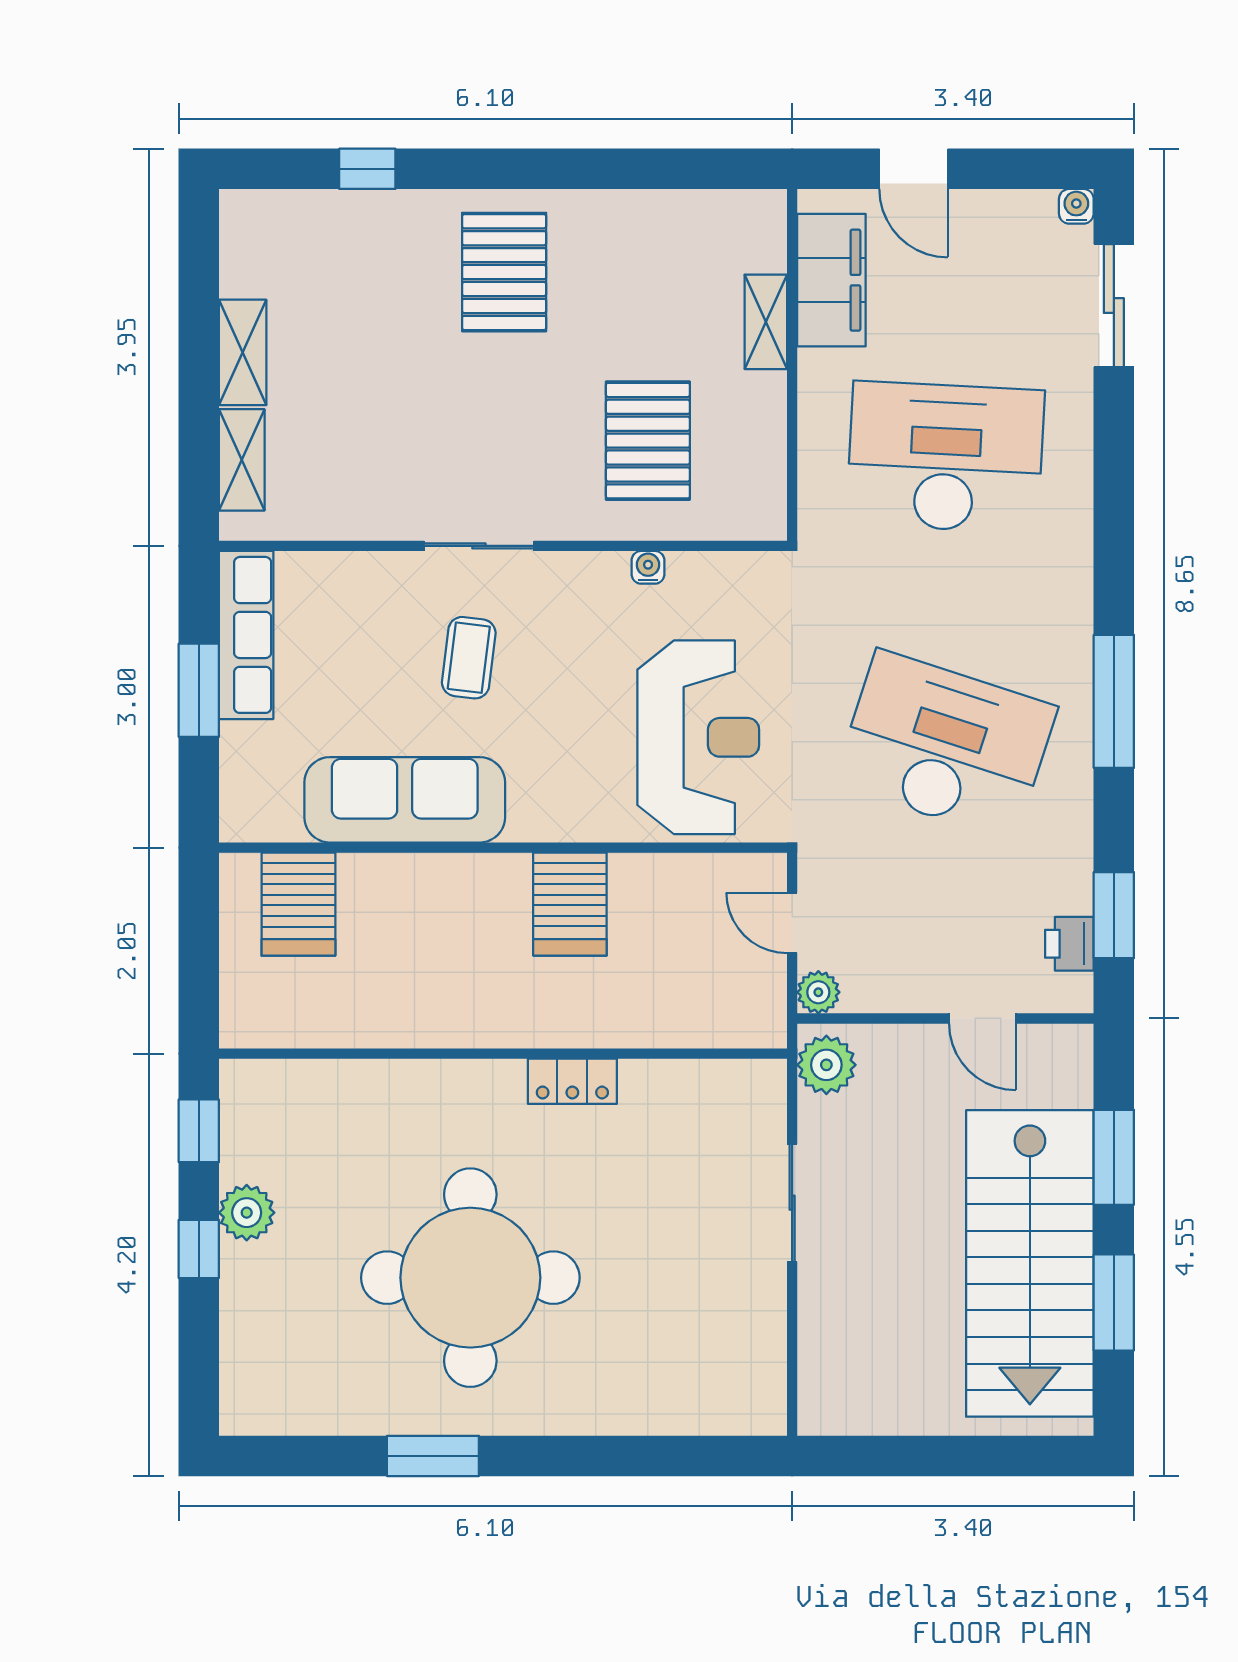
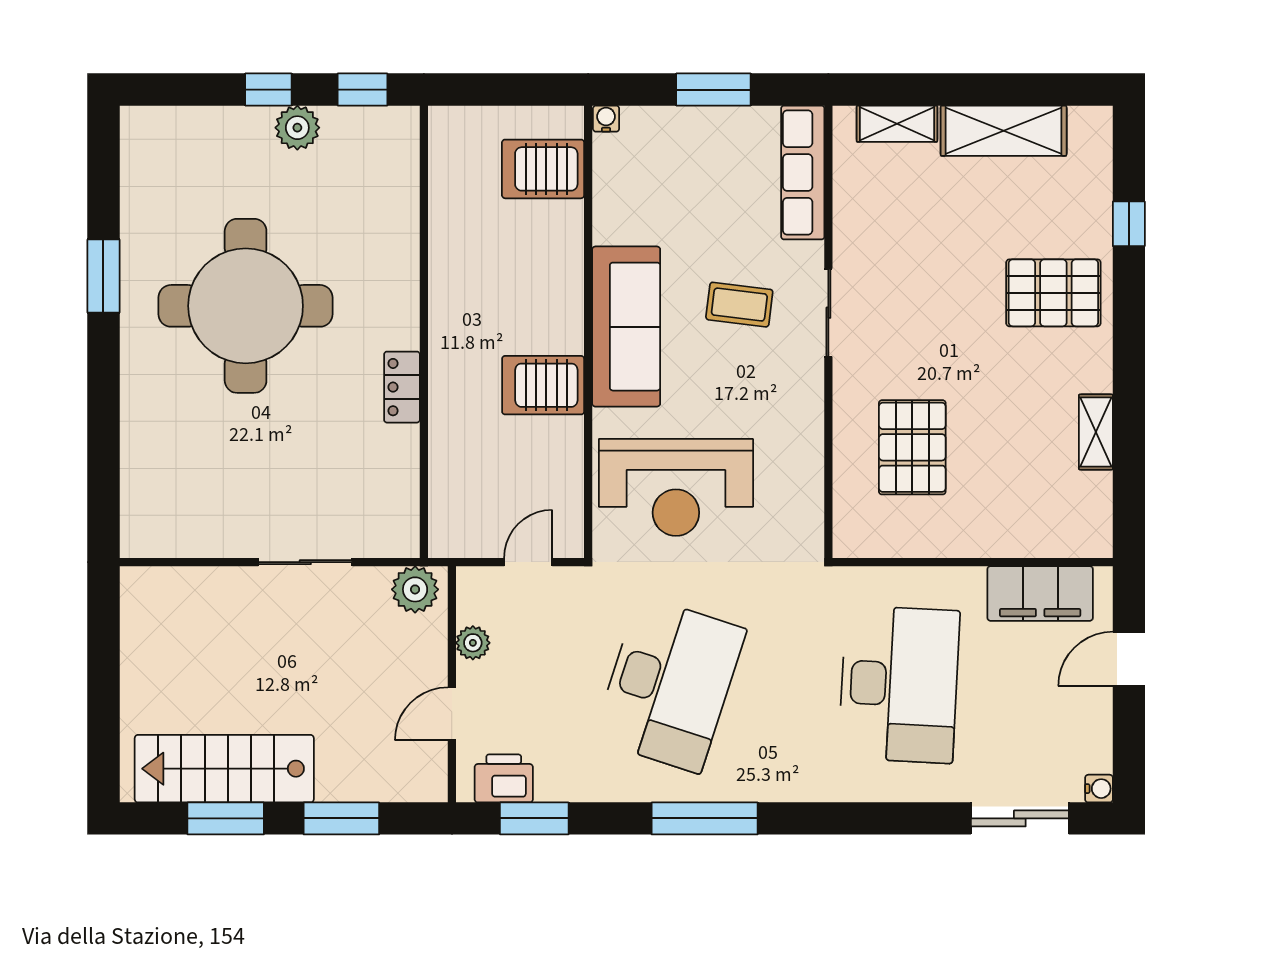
pallet: (504, 272) -> (1053, 293), moved
shelving: (766, 322) -> (1096, 432), moved, turned 90
shelving: (243, 352) -> (1004, 131), width x1.50, depth x1.33
pallet: (648, 441) -> (912, 447), turned 90
water cooler: (648, 567) -> (606, 119), moved, turned -90
row of seats: (246, 635) -> (803, 173), moved, turned 90
sofa: (405, 800) -> (626, 327), moved
printer: (1069, 944) -> (504, 778), width x1.36, depth x1.24
plant: (818, 992) -> (473, 643), moved
stairs: (1030, 1263) -> (224, 769), width x0.73, depth x0.66

